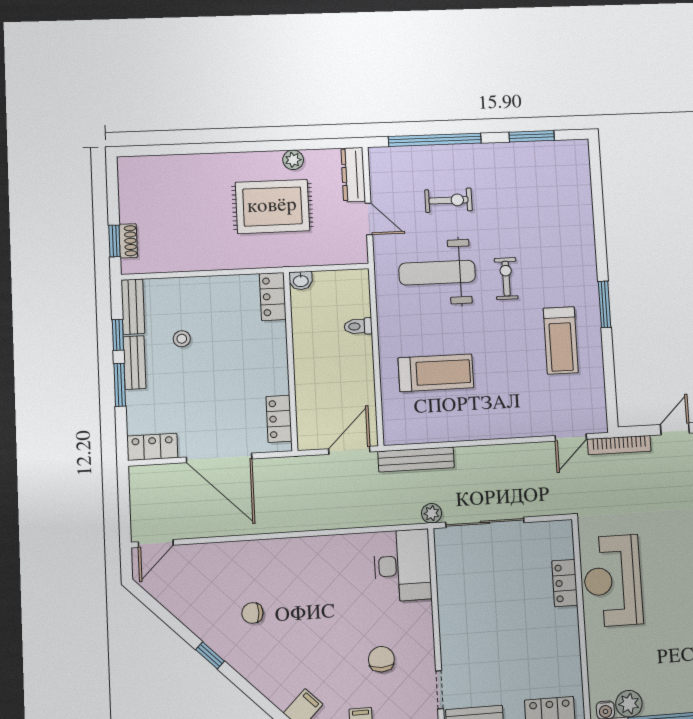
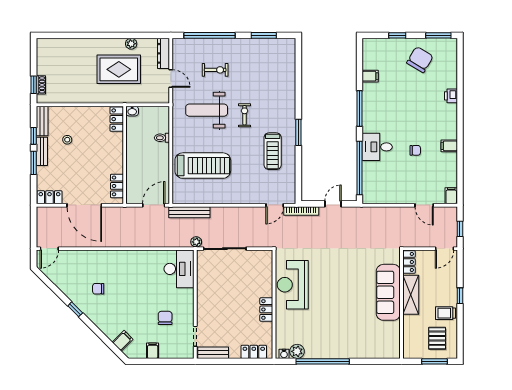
treadmill: (436, 373) -> (203, 166), width x1.37, depth x1.38
locker: (565, 583) -> (266, 309), moved

